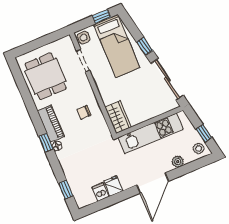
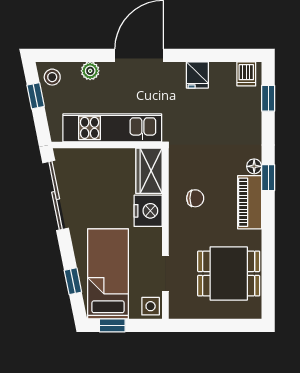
window: (145, 46) -> (73, 281), moved
dining table: (45, 76) -> (229, 273), turned 90
nightstand: (109, 93) -> (148, 211), added
dishwasher: (101, 192) -> (246, 74), moved

